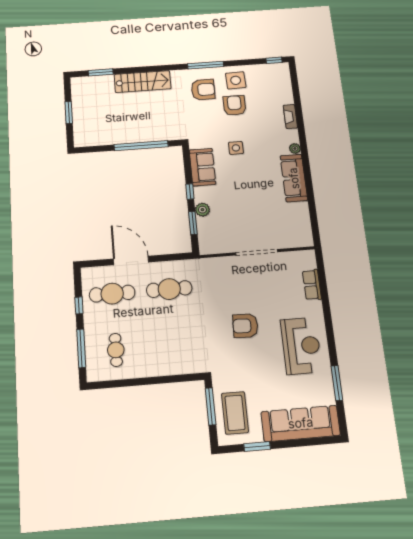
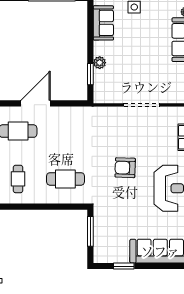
window: (190, 192) -> (90, 45), removed
door: (131, 260) -> (36, 103), hinge flipped
cafe table: (169, 289) -> (65, 179), moved
coffee table: (235, 413) -> (109, 238), removed

